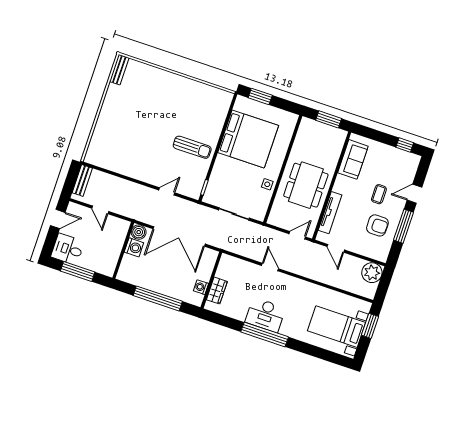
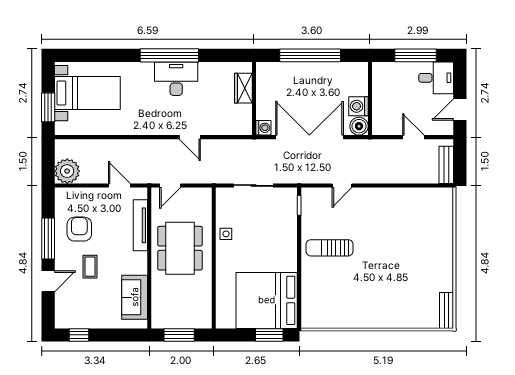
bed: (248, 139) -> (267, 300), moved
armchair: (377, 225) -> (79, 229), turned 90
washing machine: (201, 287) -> (263, 128), moved

